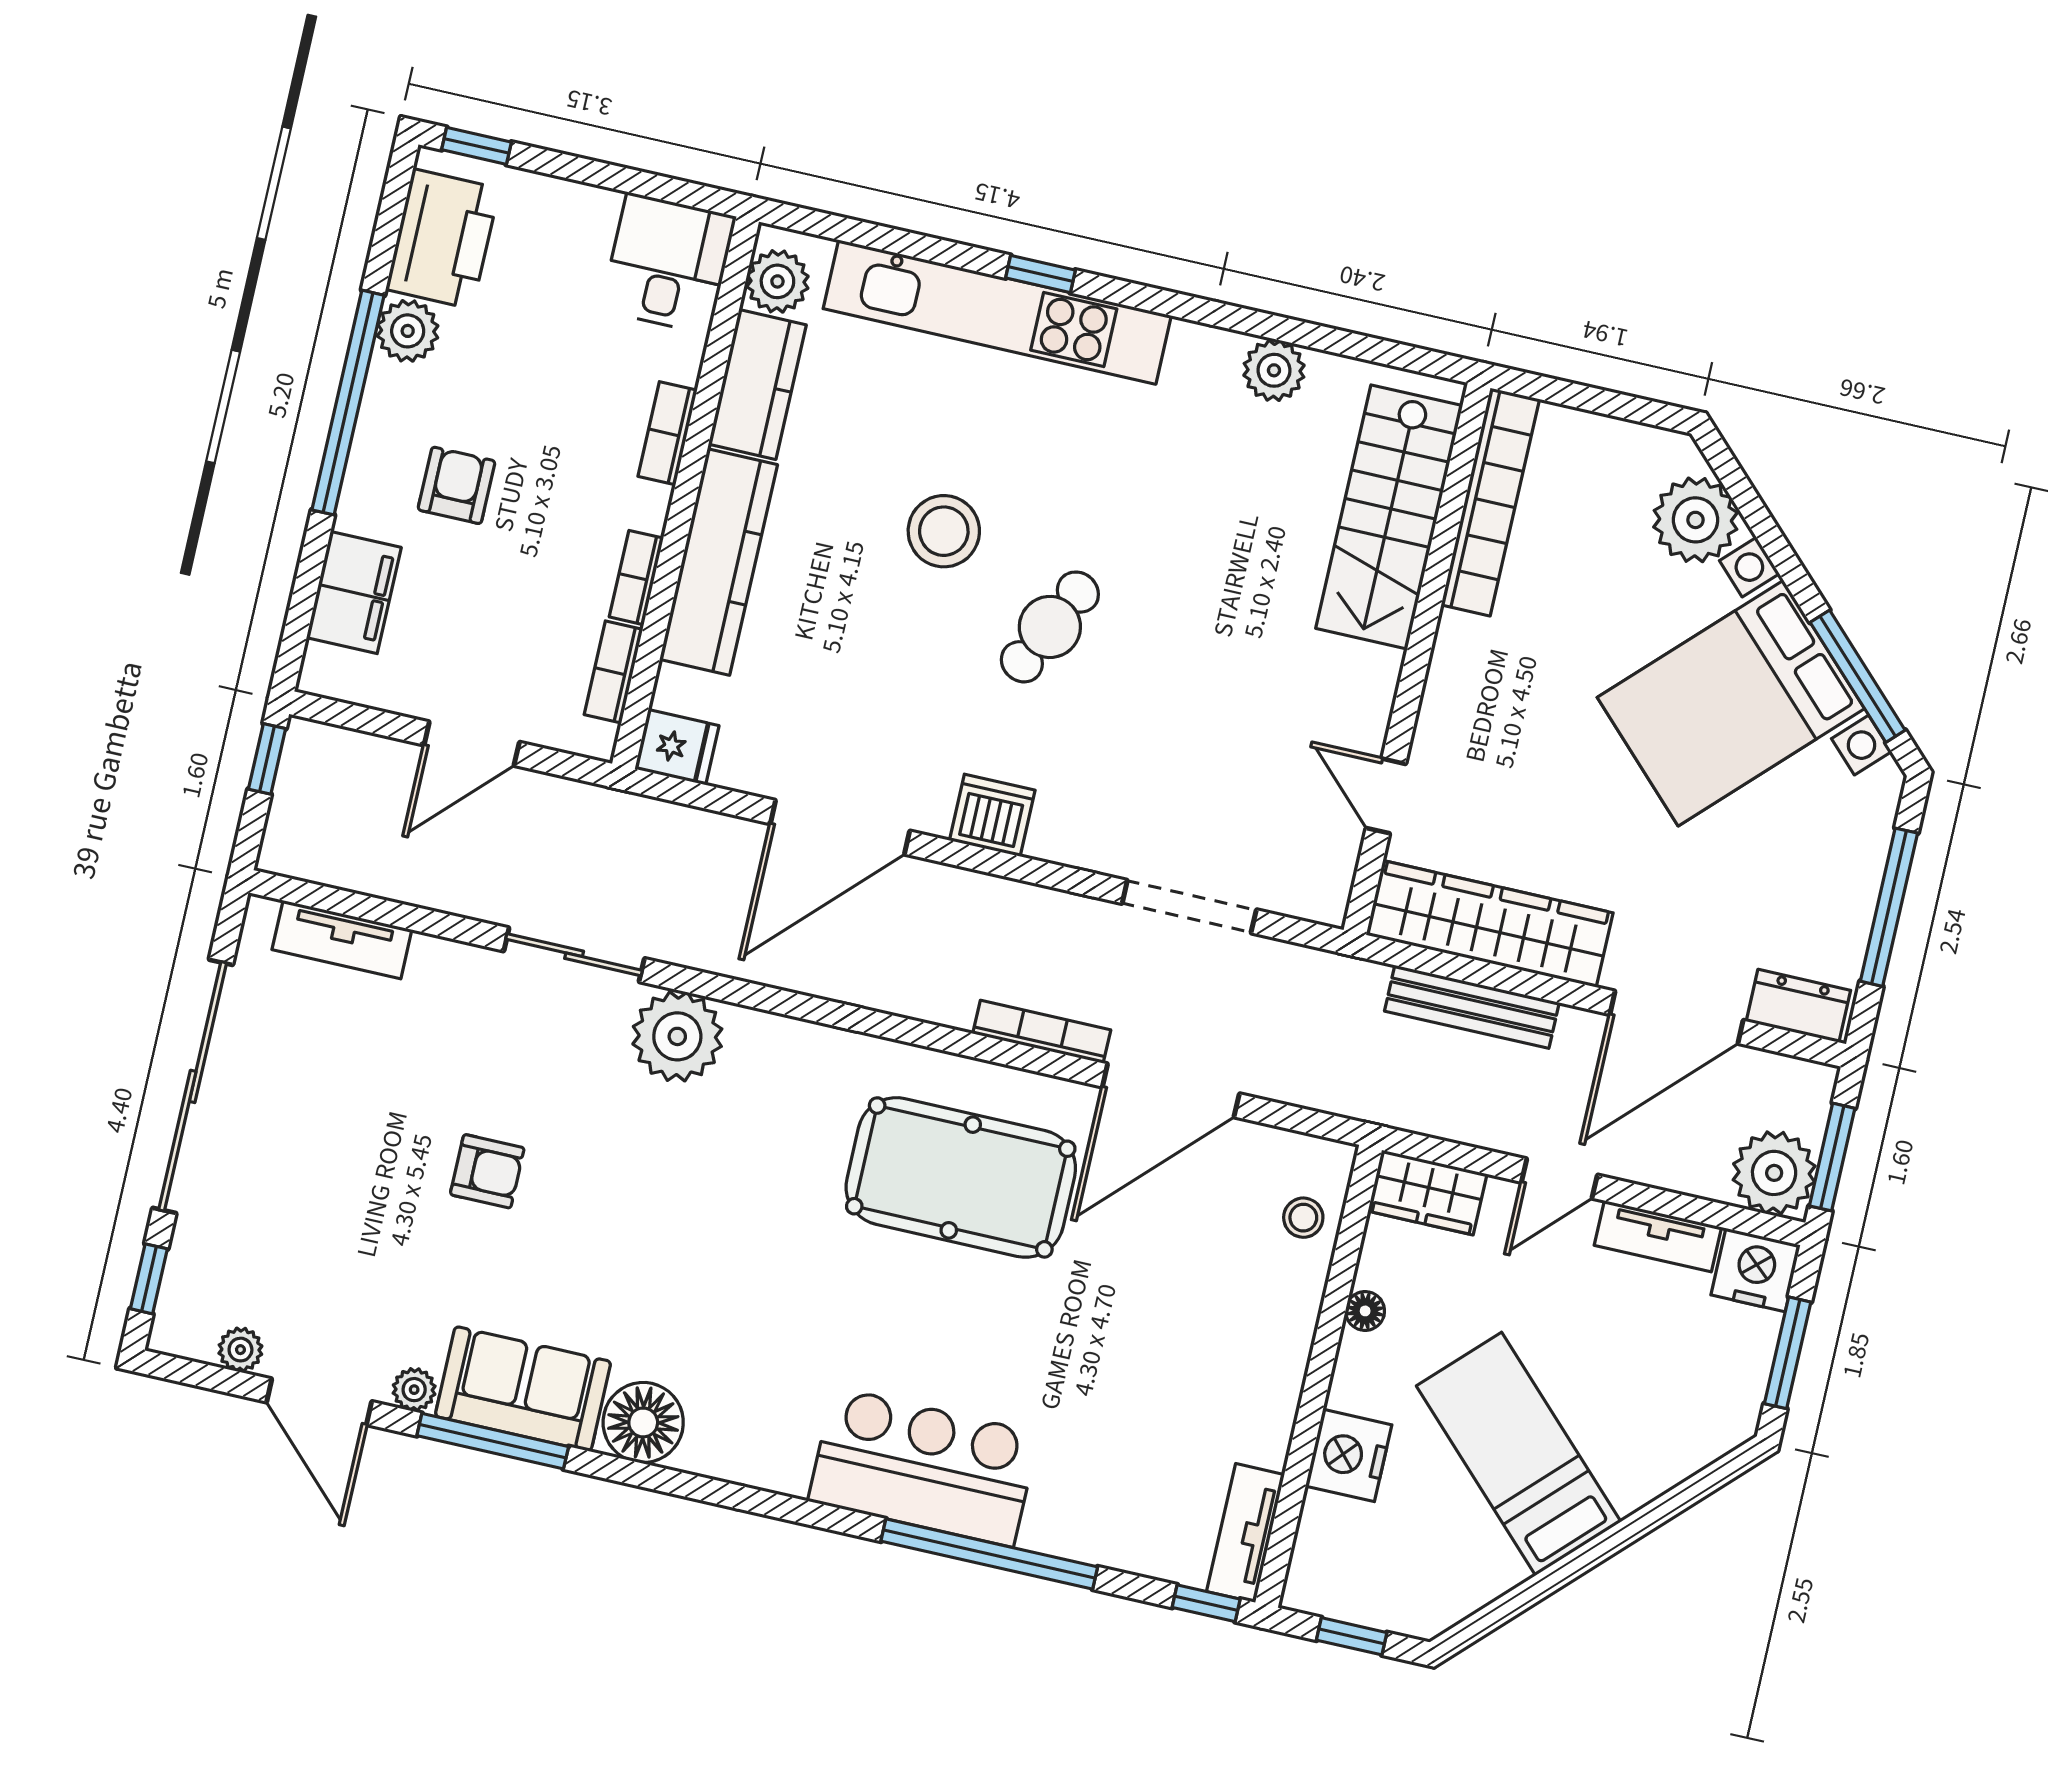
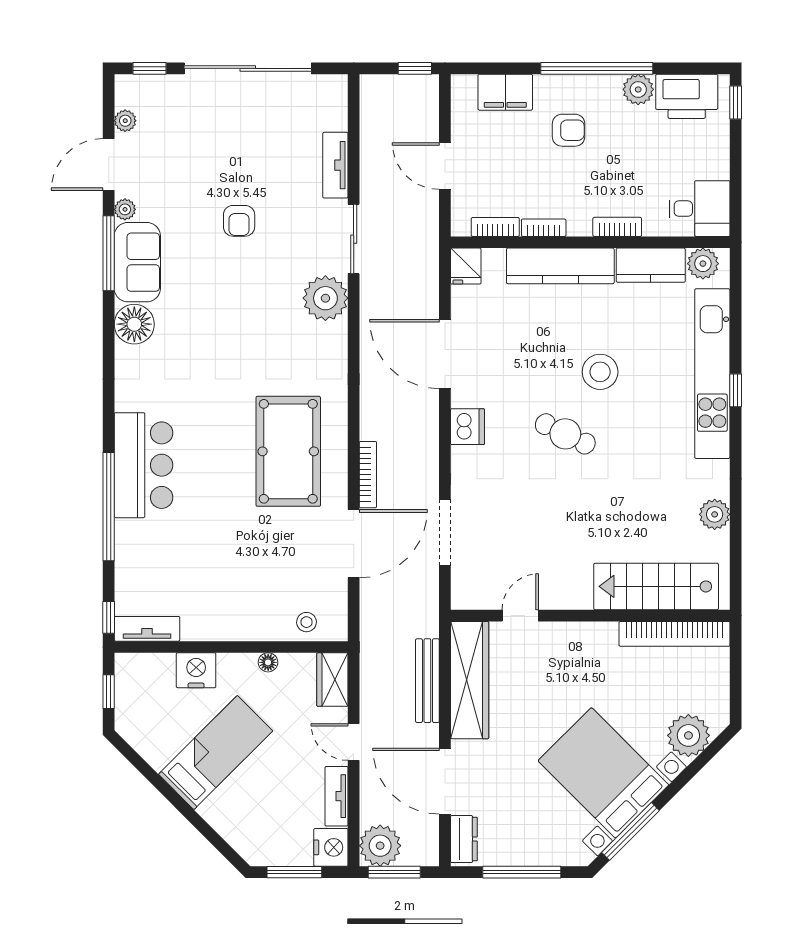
tv unit: (342, 940) -> (335, 165), moved
door: (1171, 1090) -> (354, 544), swing flipped

